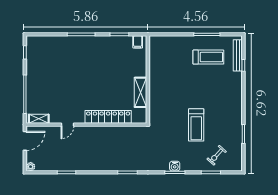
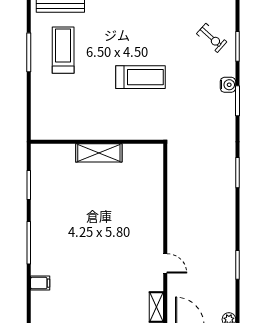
filing cabinet: (138, 42) -> (40, 283), moved
shelving: (141, 92) -> (99, 153), moved
locker: (108, 117) -> (153, 202), removed
treadmill: (196, 125) -> (140, 77), moved
water cooler: (175, 166) -> (228, 85), moved

